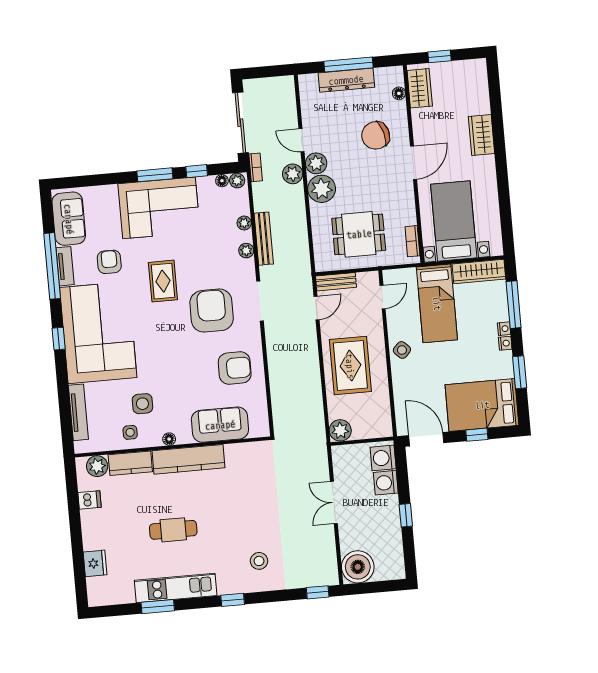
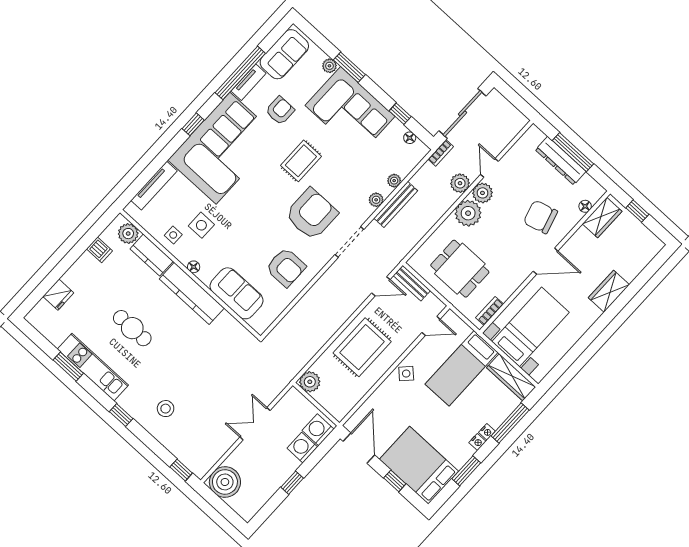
window: (155, 175) -> (349, 67), moved
plant: (237, 181) -> (329, 66), moved

